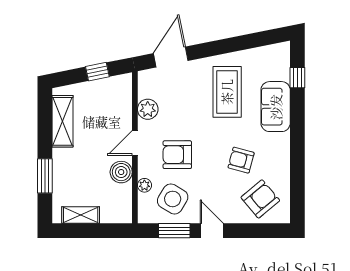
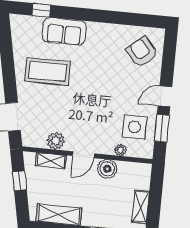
shelving: (124, 106) -> (51, 161), added
door: (135, 143) -> (83, 155), hinge flipped
armchair: (177, 155) -> (97, 119), removed
armchair: (241, 160) -> (107, 65), removed
side table: (173, 199) -> (135, 127), turned -31

